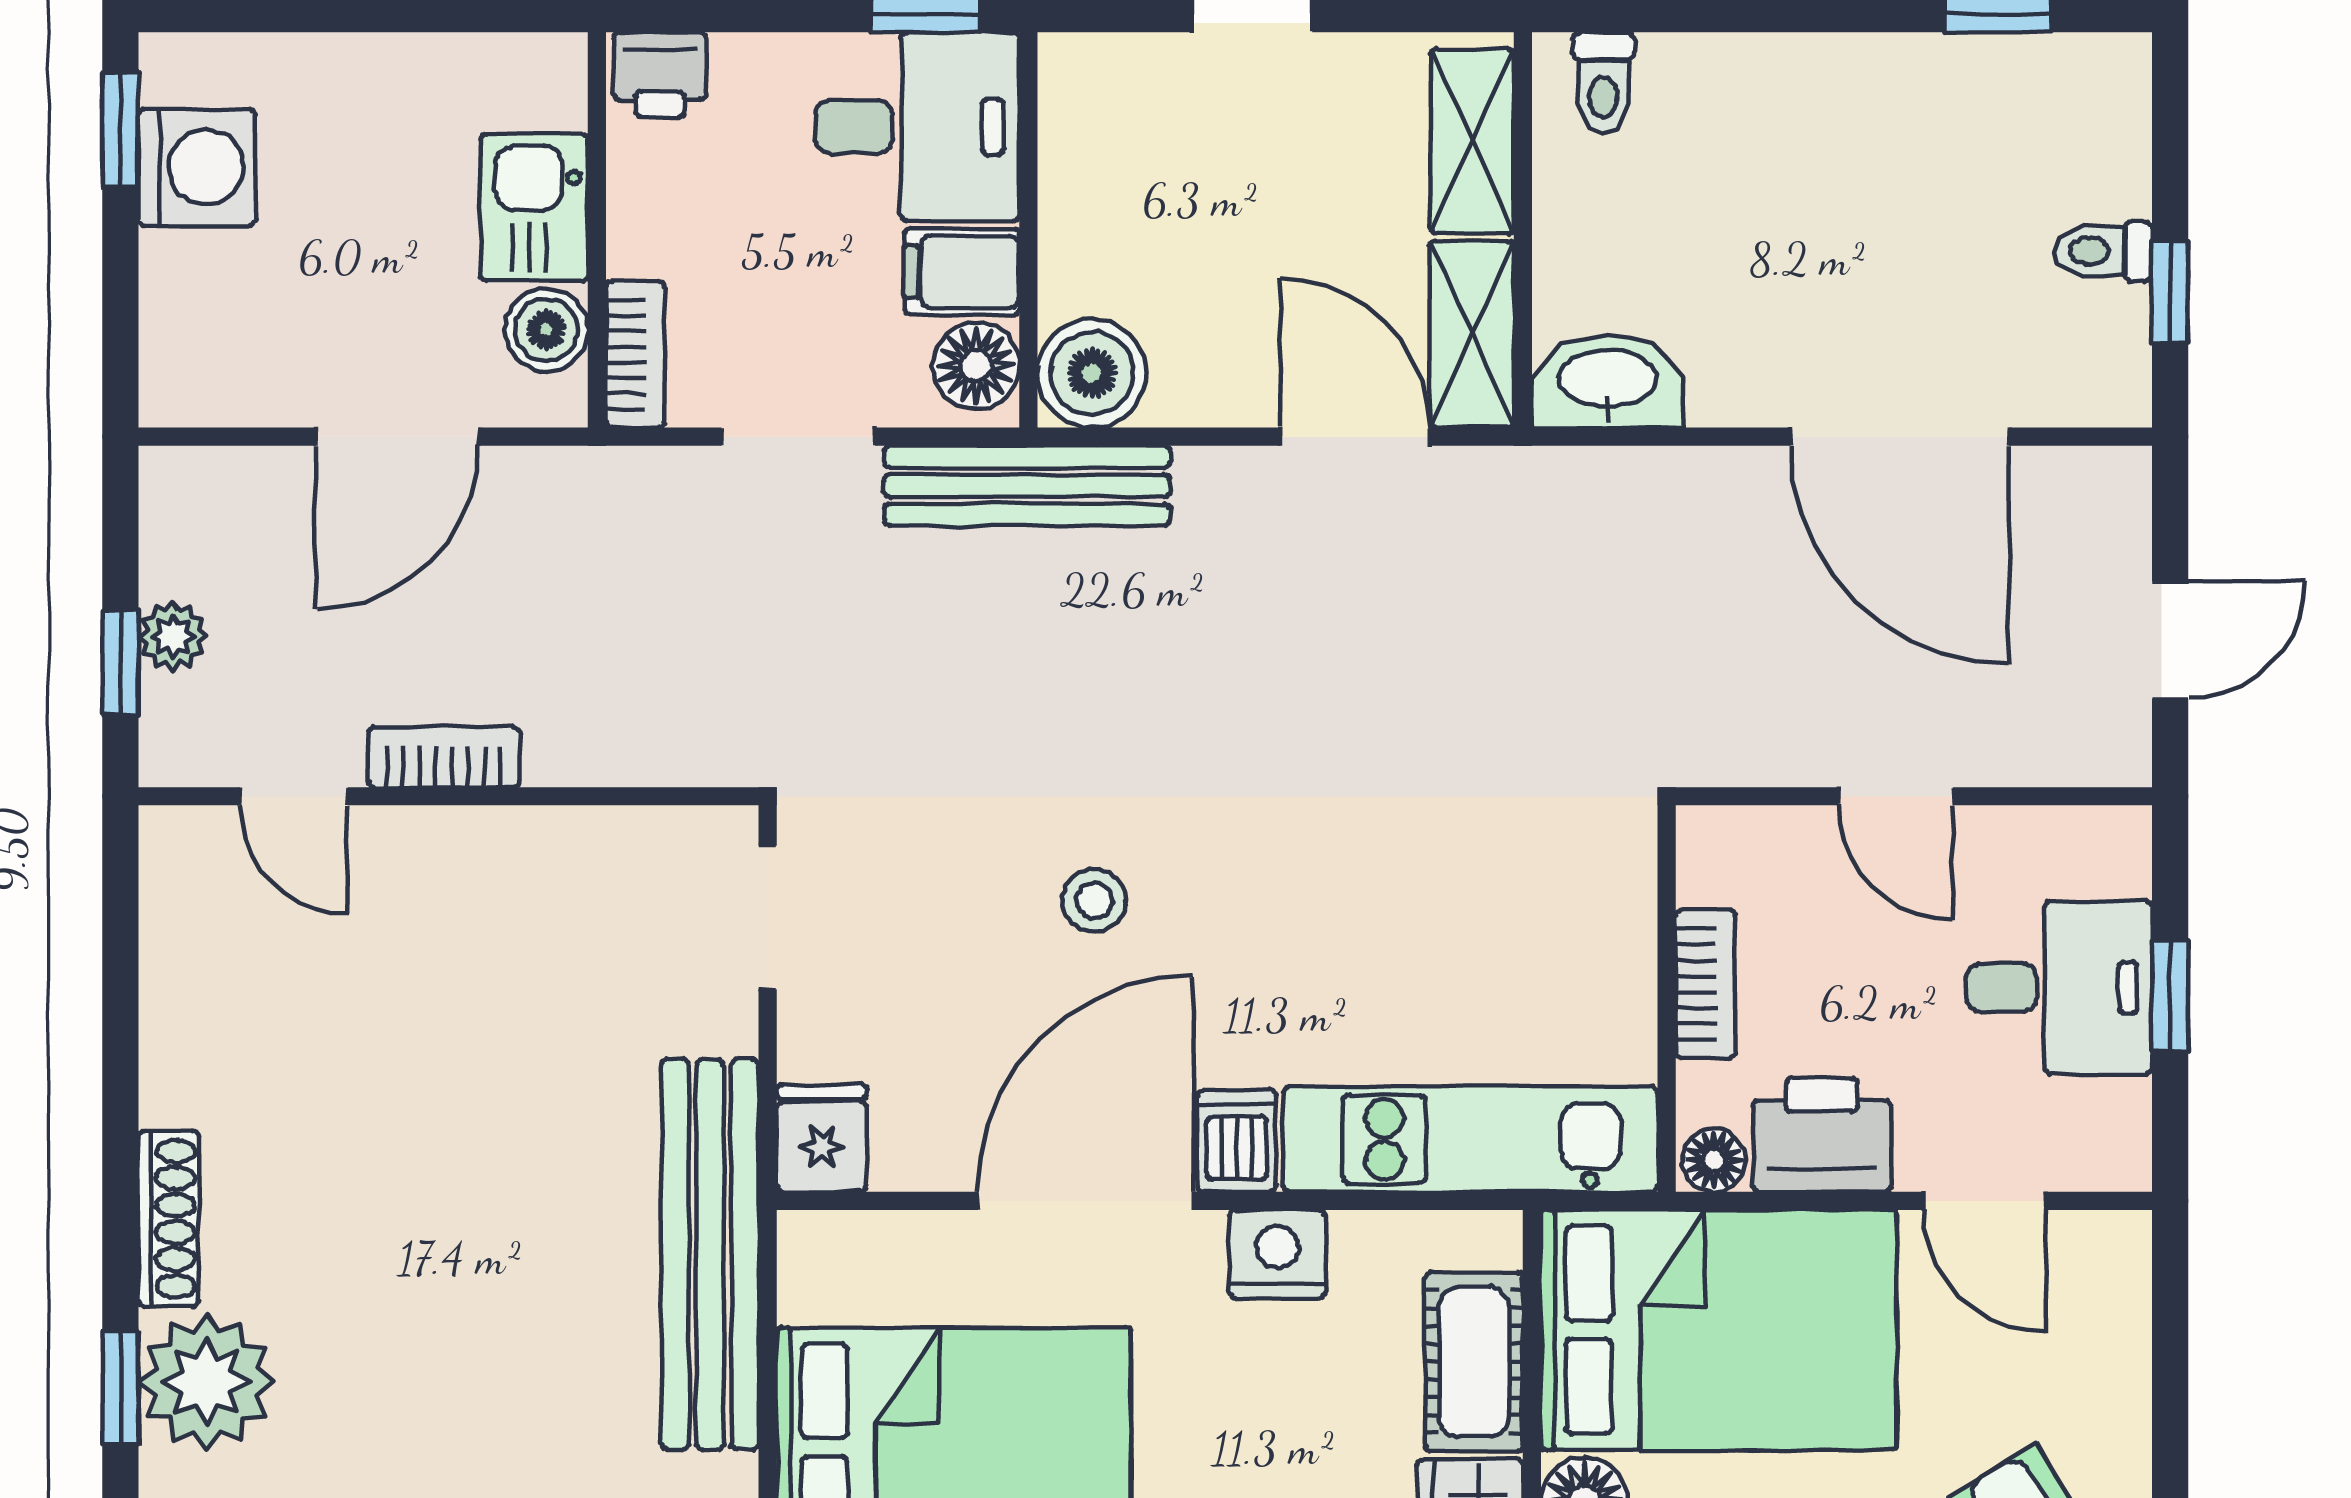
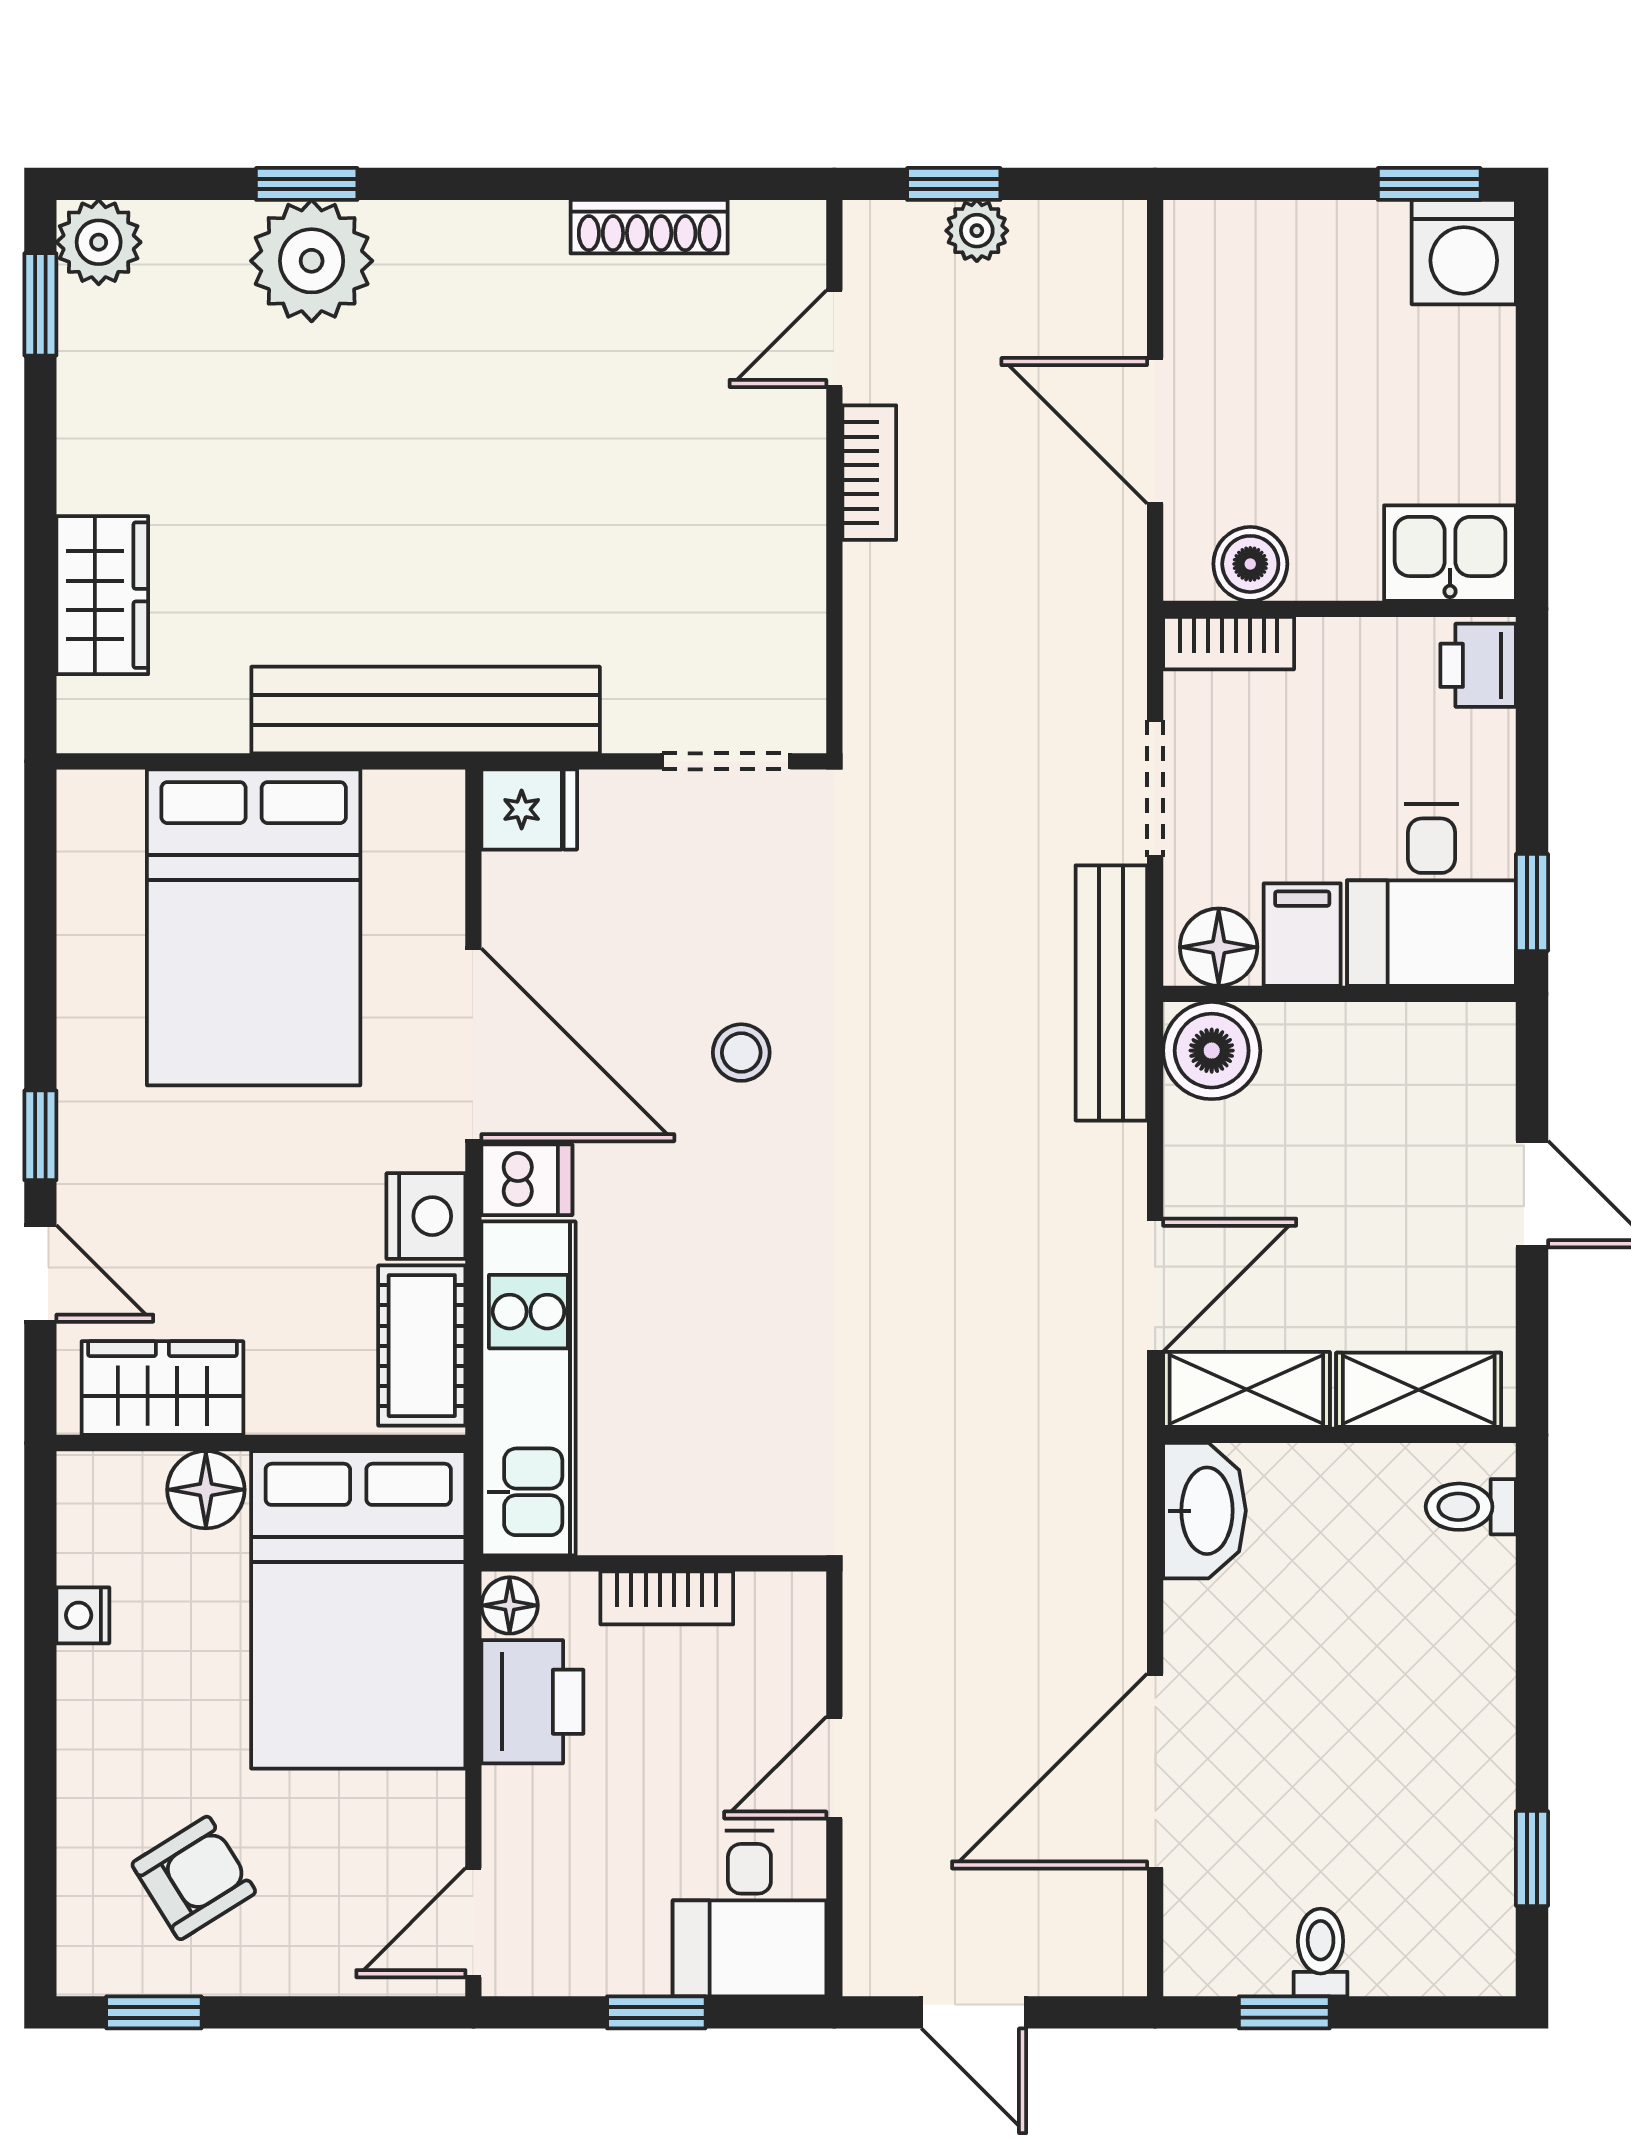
washing machine: (197, 167) -> (1464, 252), moved
kitchen sink: (534, 207) -> (1450, 553), moved
desk: (2059, 988) -> (749, 1914), moved
door: (1984, 1201) -> (473, 1923), moved
shoe rack: (168, 1219) -> (649, 227), moved
cot: (1474, 1362) -> (422, 1346), moved, turned 90

